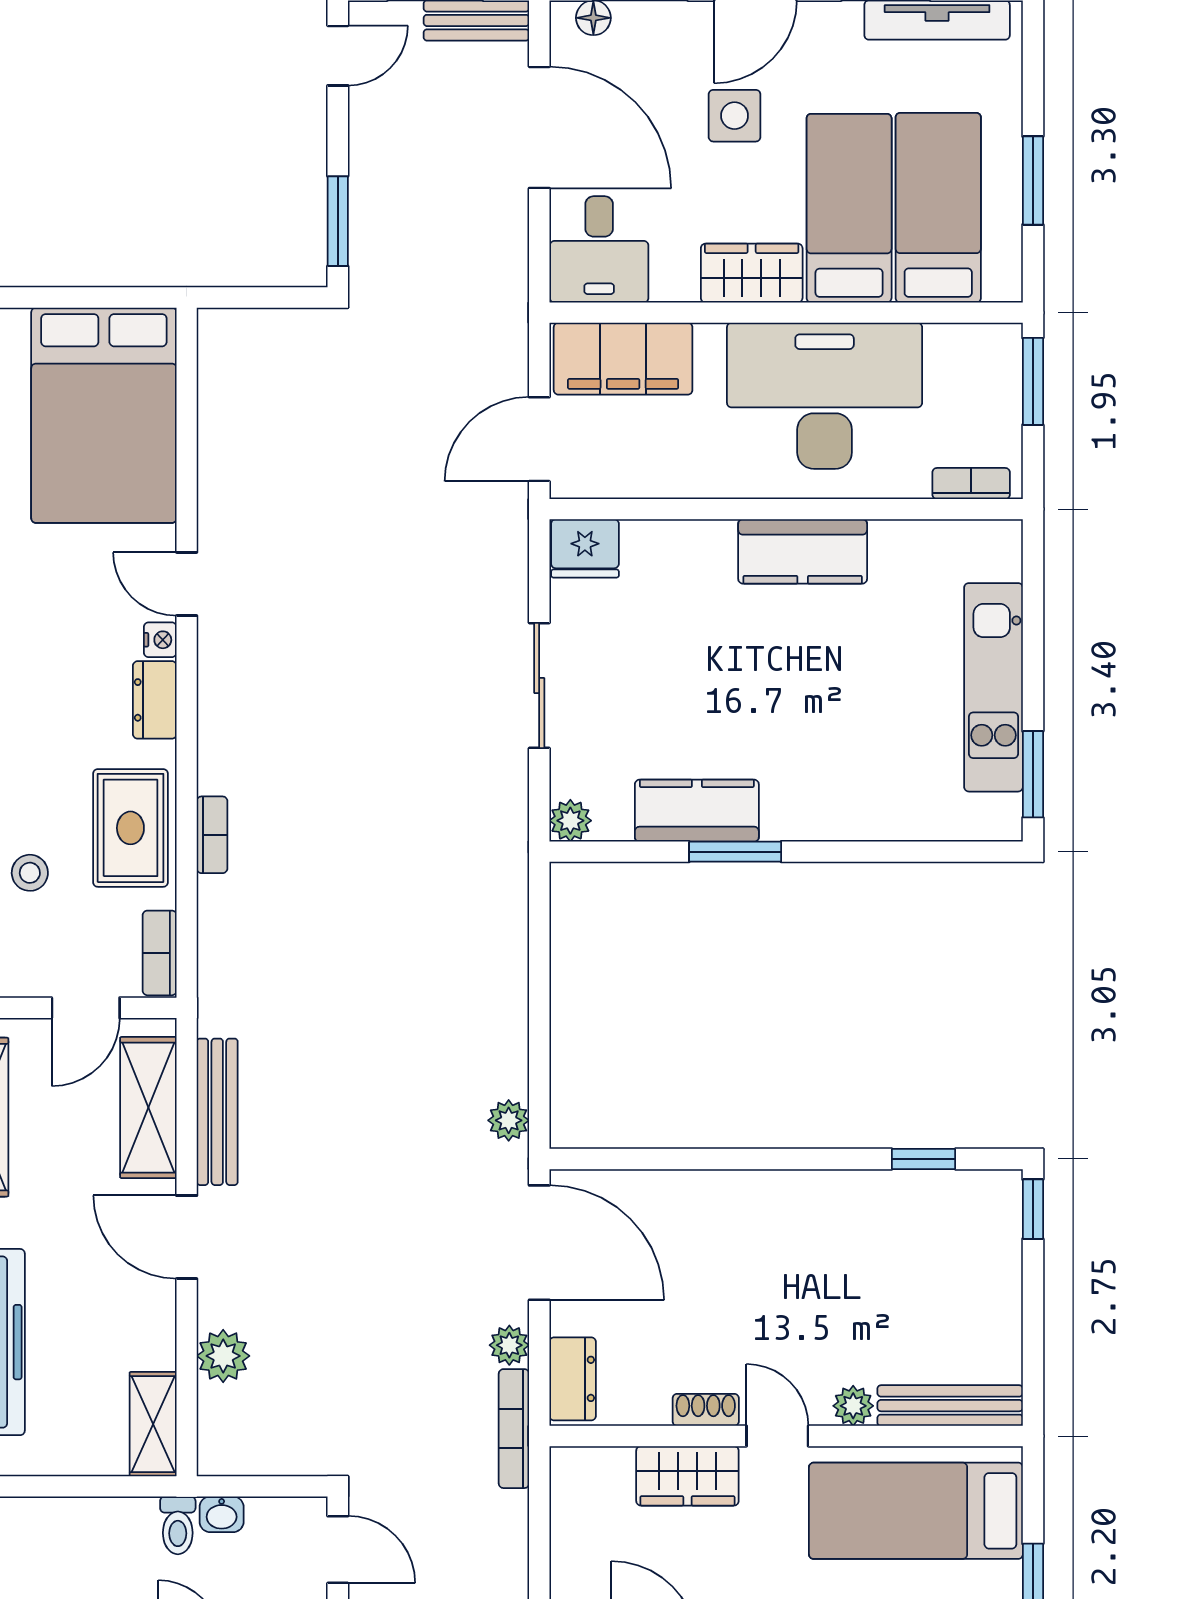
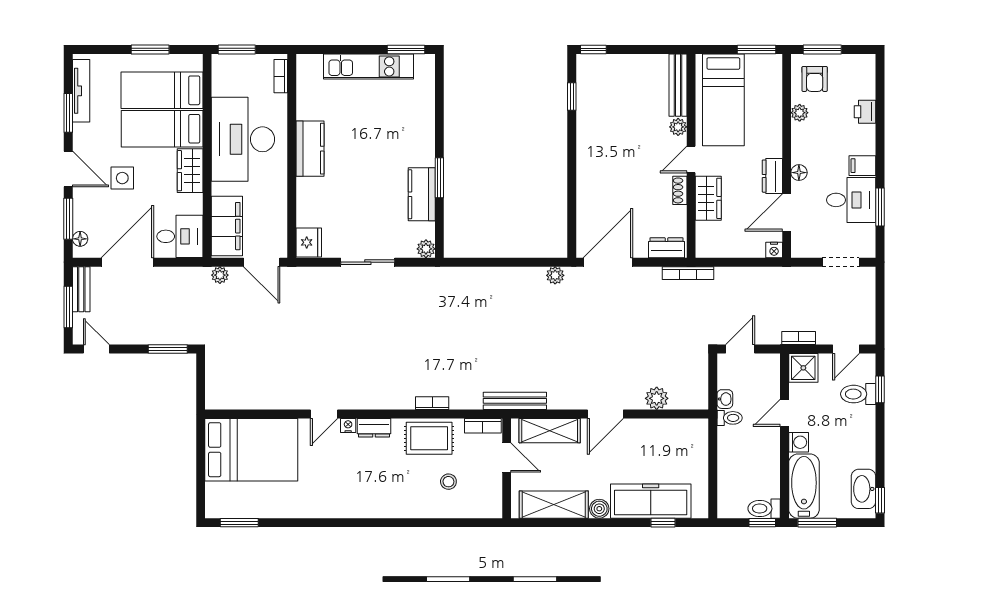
bench: (217, 1112) -> (515, 401), moved
plant: (509, 1345) -> (220, 275), moved
shelving: (153, 1424) -> (686, 429), removed

